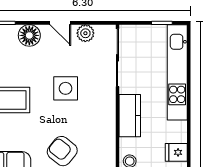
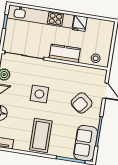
fridge: (176, 152) -> (80, 23), moved

